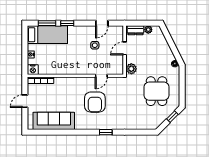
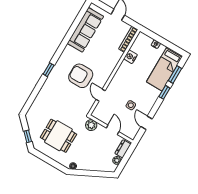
nightstand: (33, 70) -> (130, 57), moved

